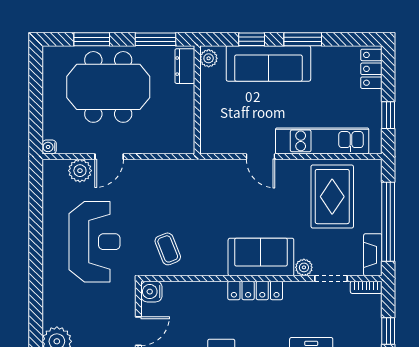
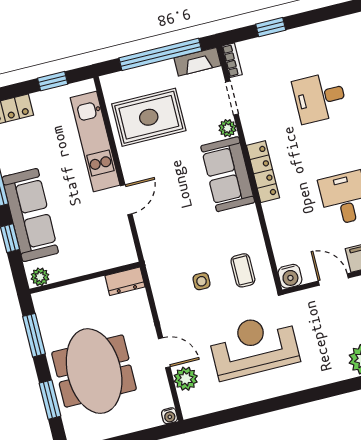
dresser: (185, 66) -> (125, 281), moved
side table: (167, 208) -> (201, 281), added
coffee table: (168, 249) -> (243, 270), turned -68

